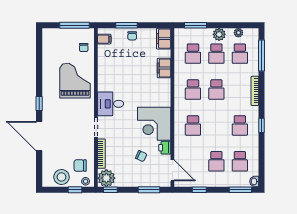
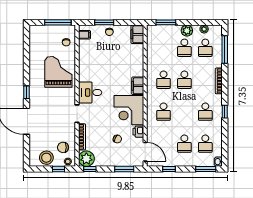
school desk: (193, 54) -> (164, 48), removed
filing cabinet: (164, 68) -> (138, 86), moved

